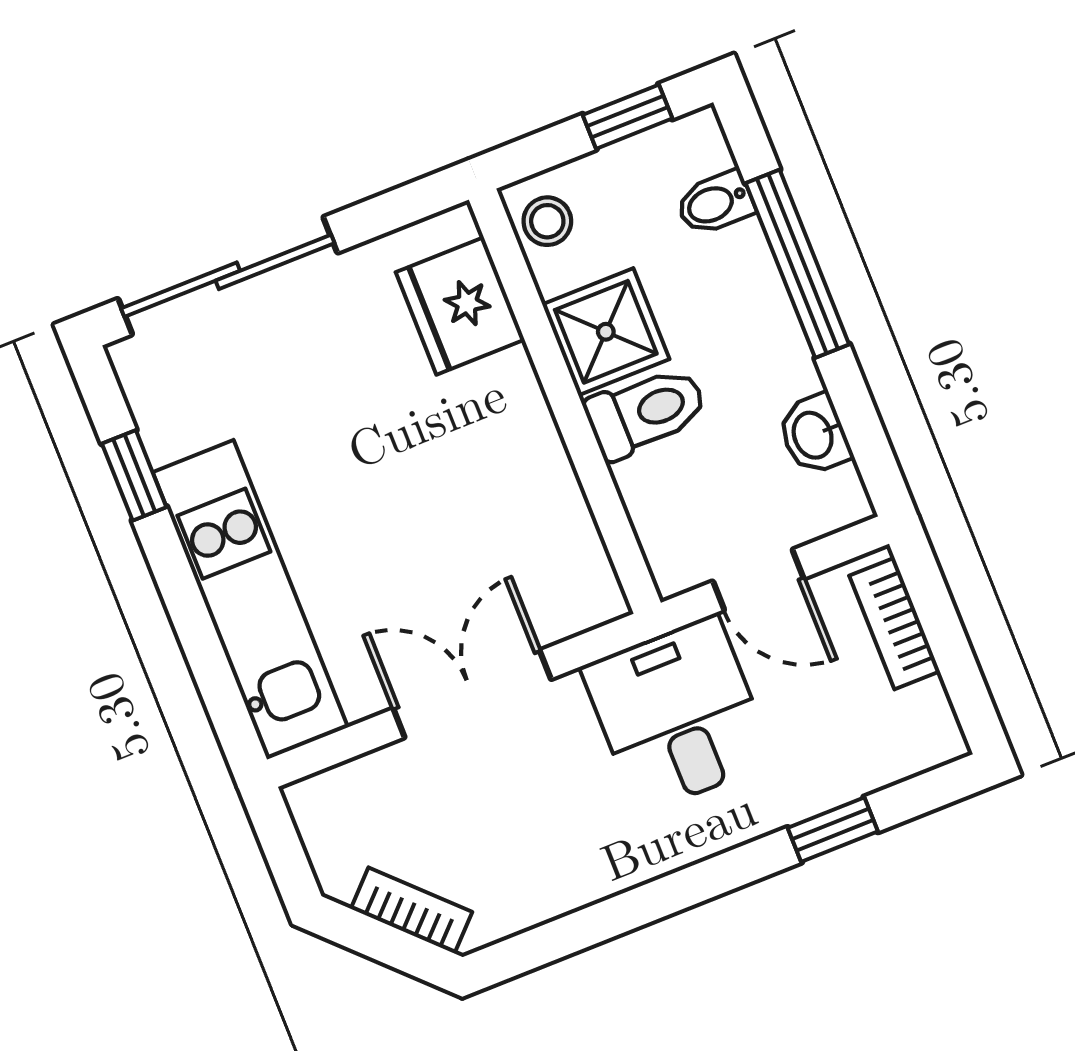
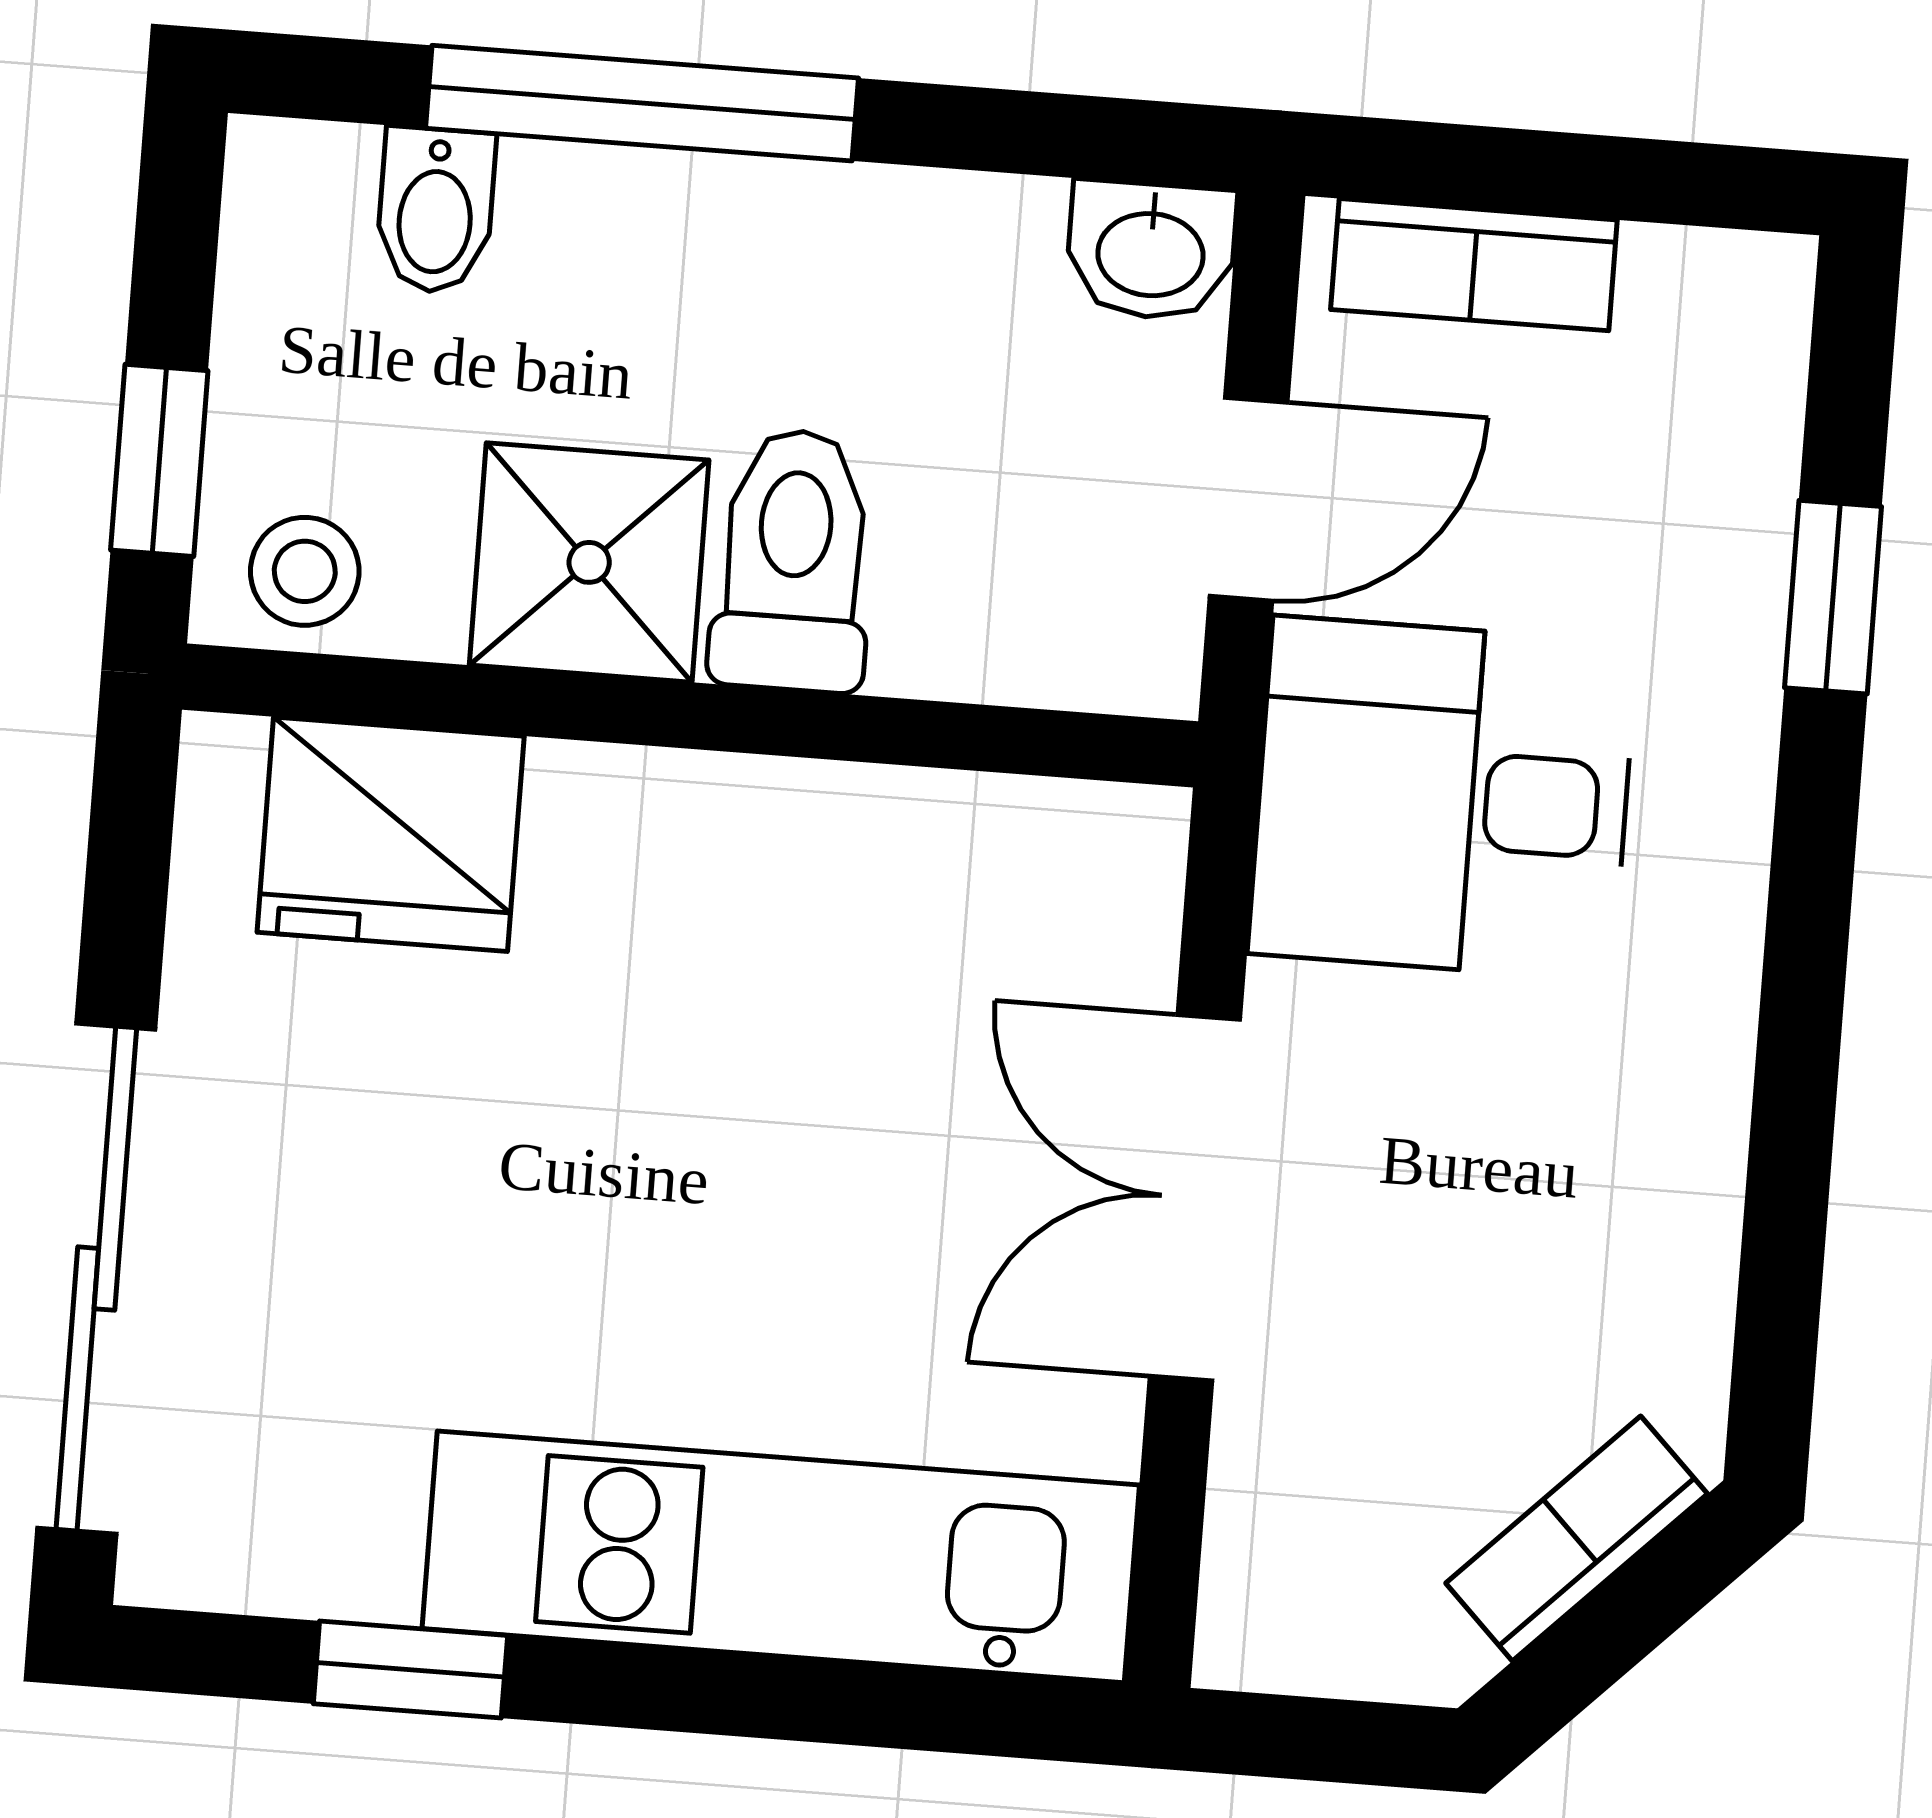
window: (627, 117) -> (159, 460), moved
washbasin: (814, 435) -> (1151, 251), moved

